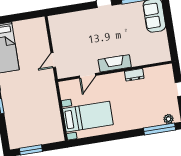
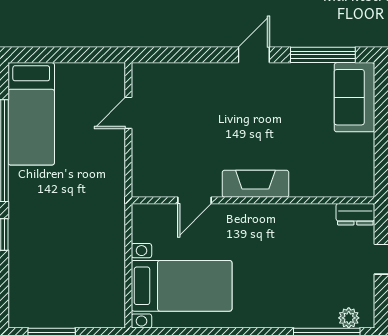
door: (53, 60) -> (128, 113), moved
dresser: (134, 75) -> (355, 214), moved

